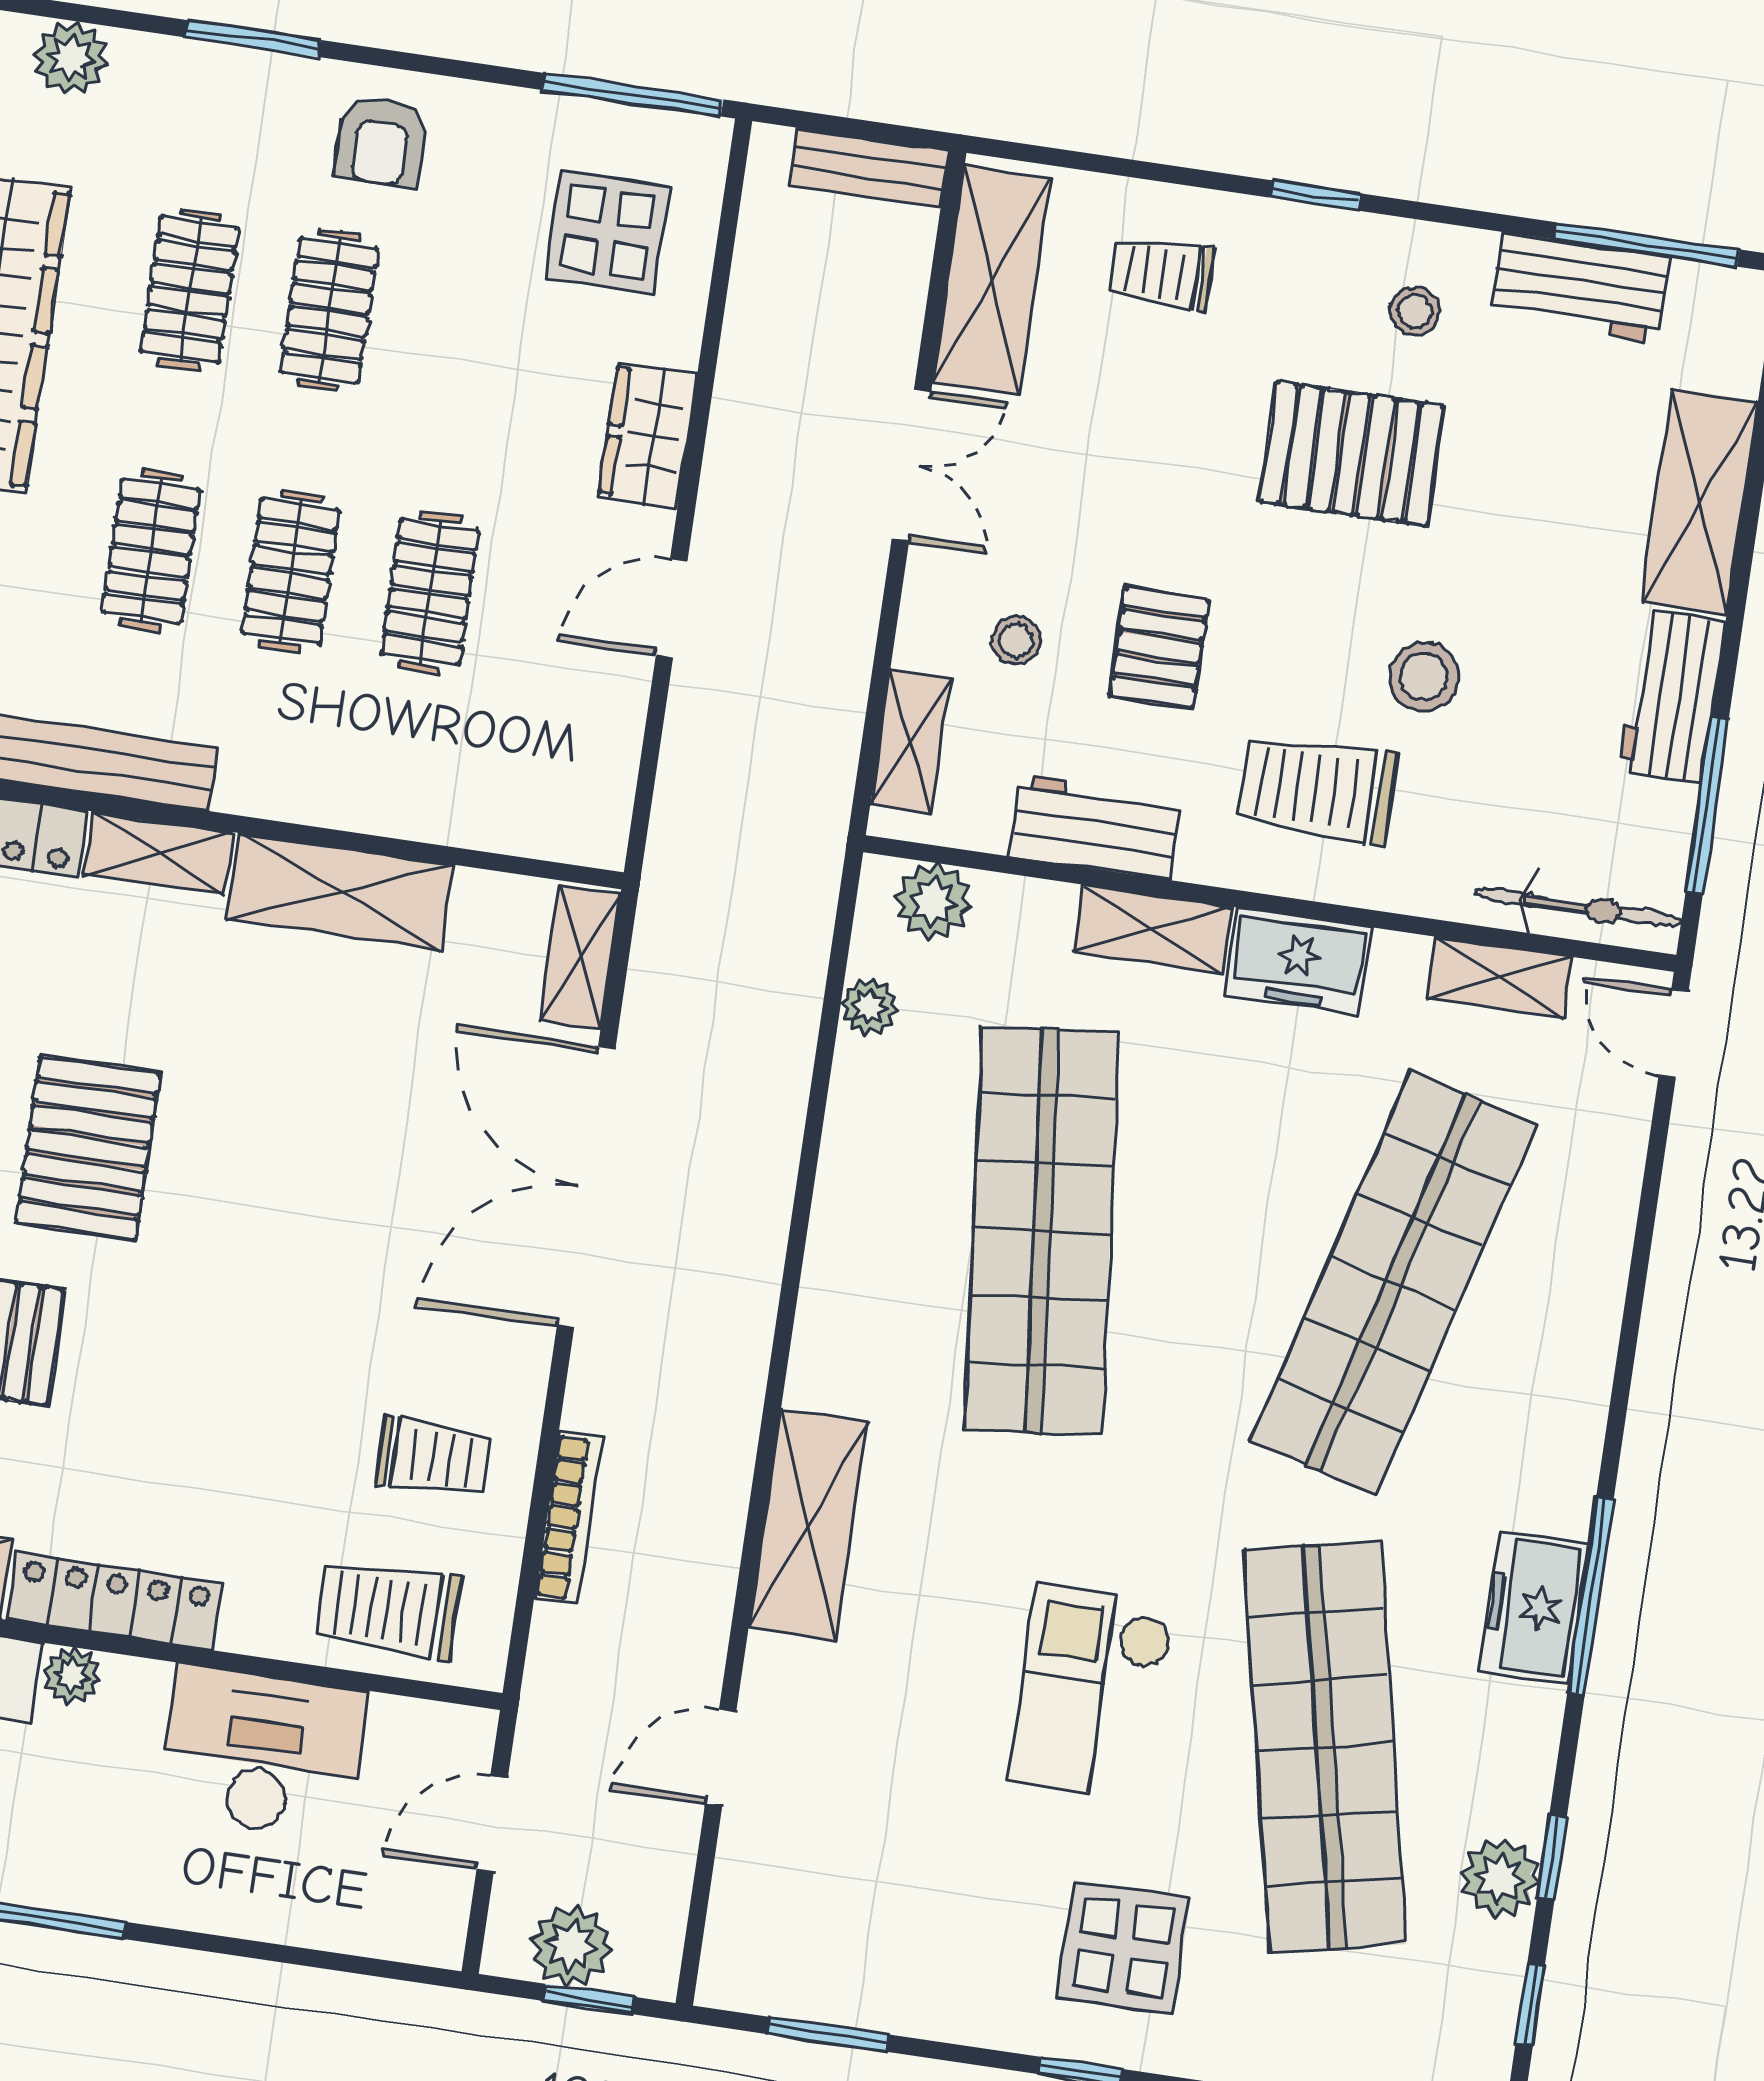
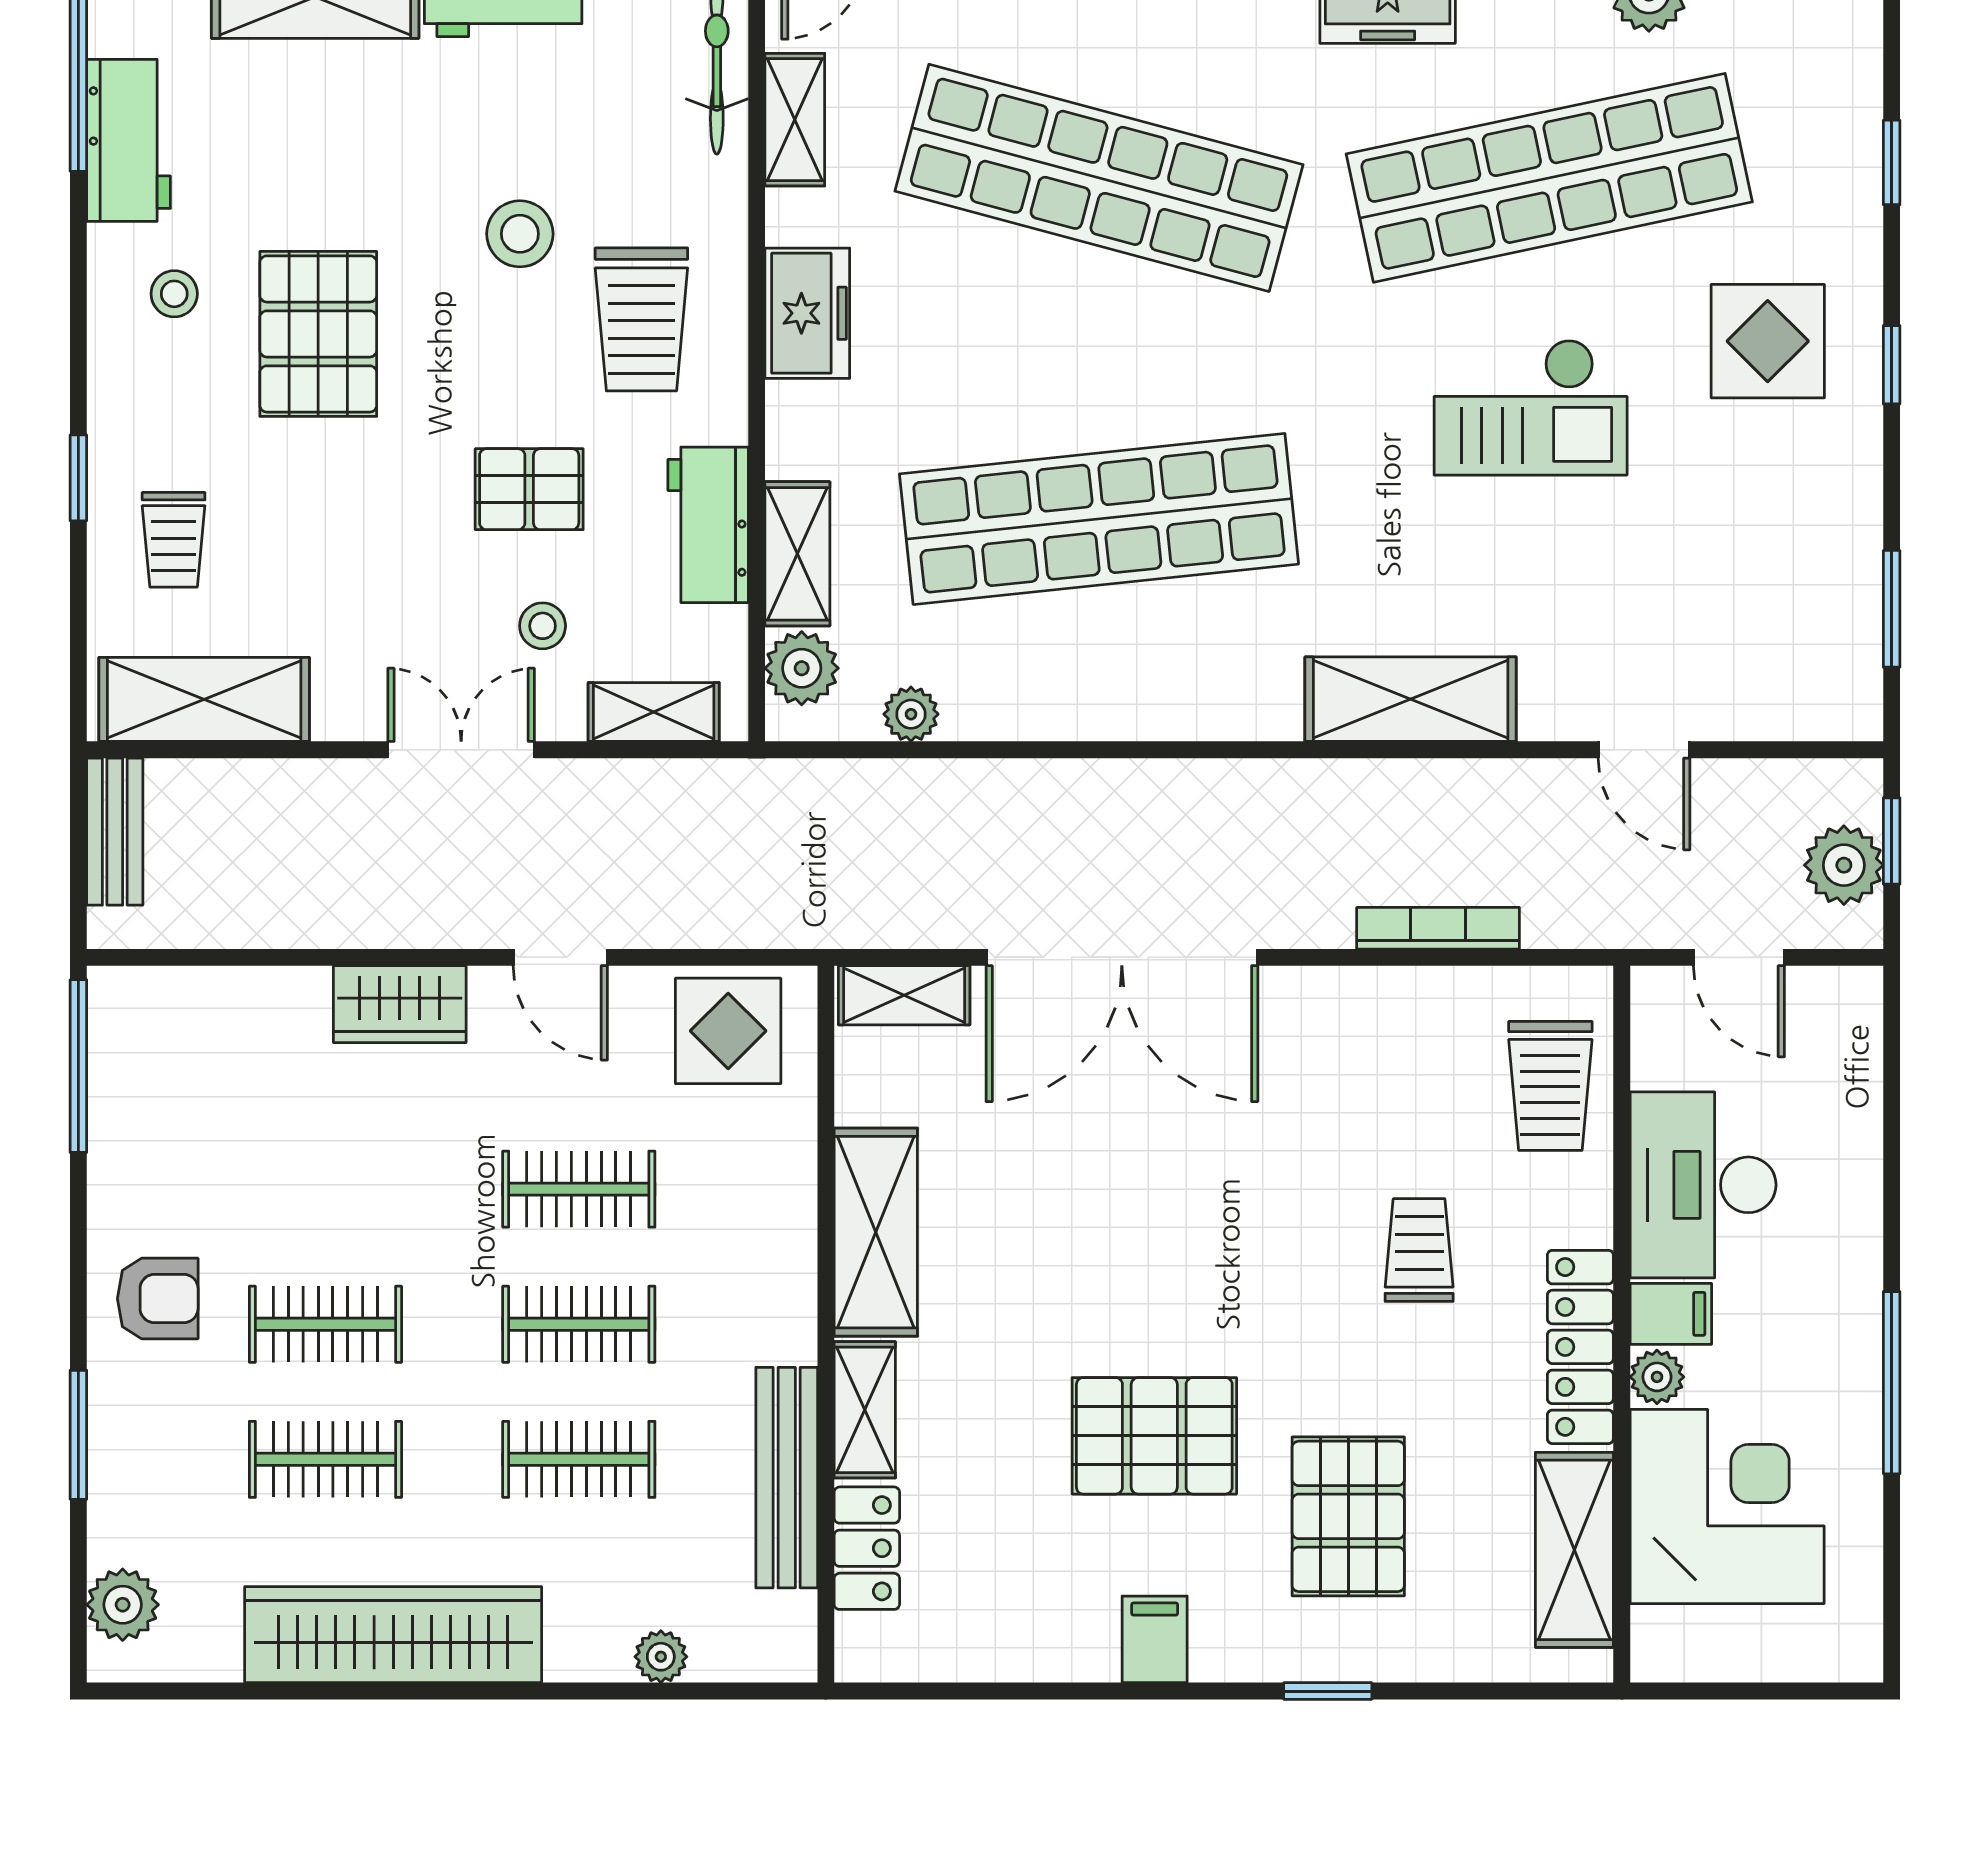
window: (1315, 195) -> (78, 478), moved
display table: (608, 232) -> (728, 1031), moved
double door: (911, 465) -> (461, 750), moved
shelving: (1153, 929) -> (797, 554), moved
trolley: (434, 1458) -> (1419, 1250), moved
filing cabinet: (135, 1699) -> (1671, 1314), added

